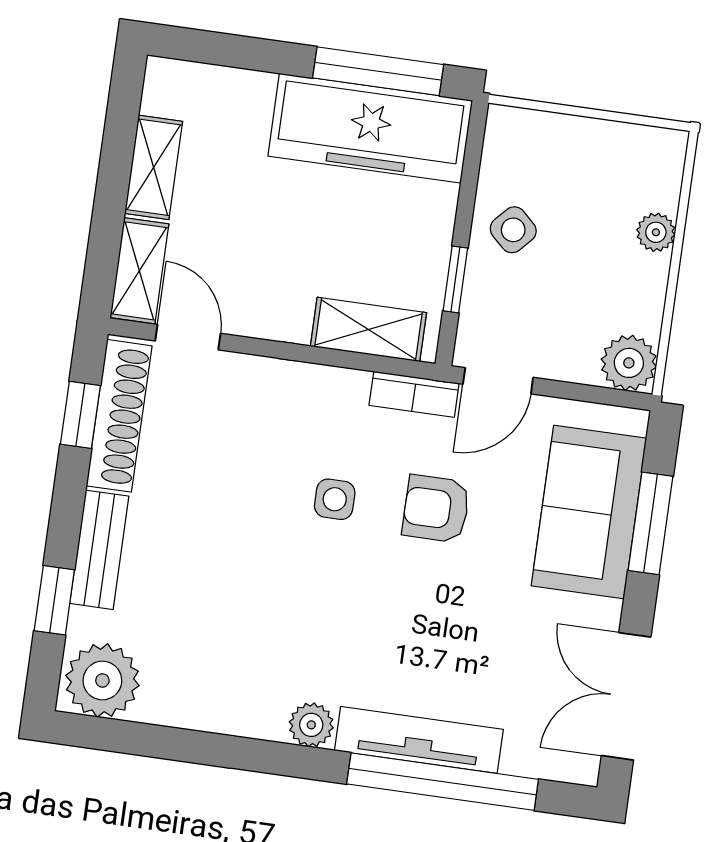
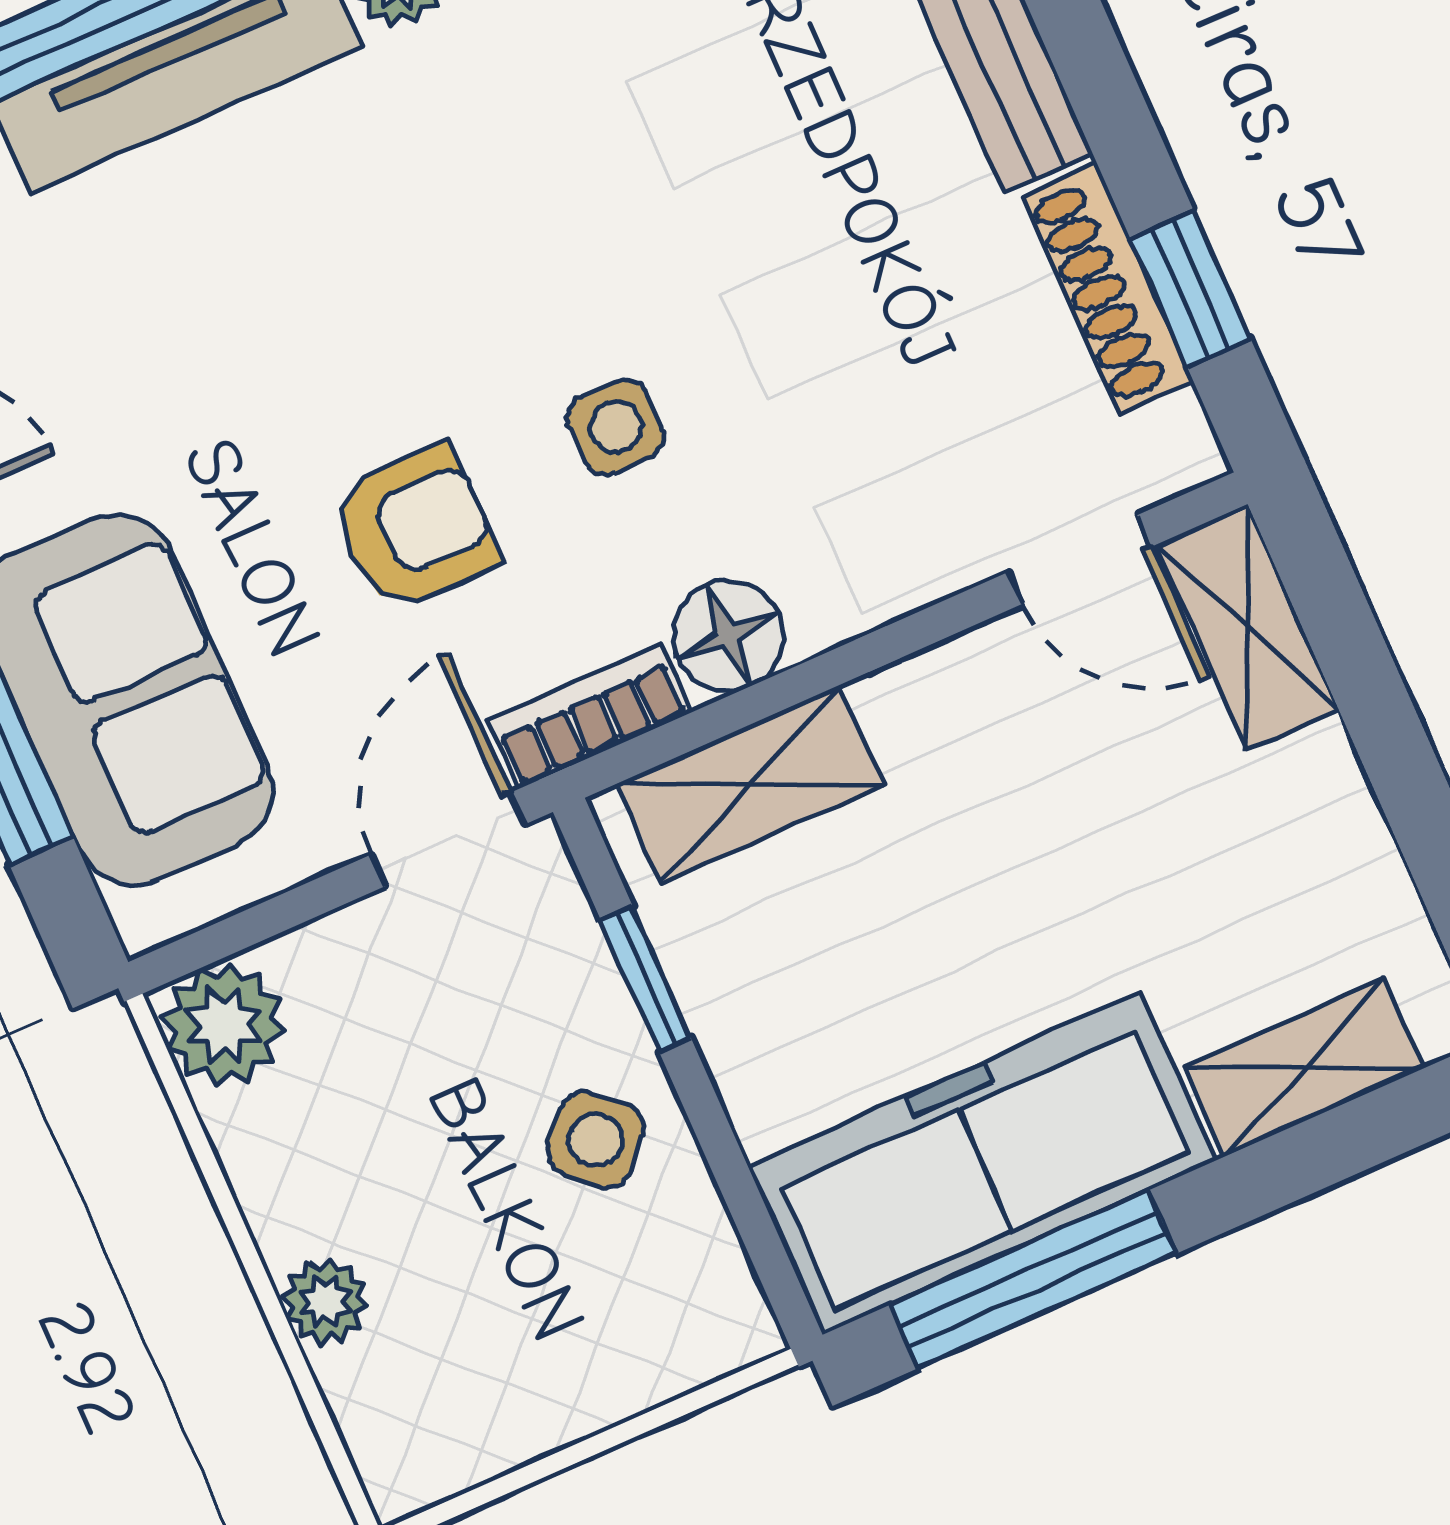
shelving: (154, 167) -> (1304, 1067), moved, turned 90
floor lamp: (341, 392) -> (728, 636), added
shoe rack: (119, 416) -> (1108, 289), width x0.74, depth x0.81

